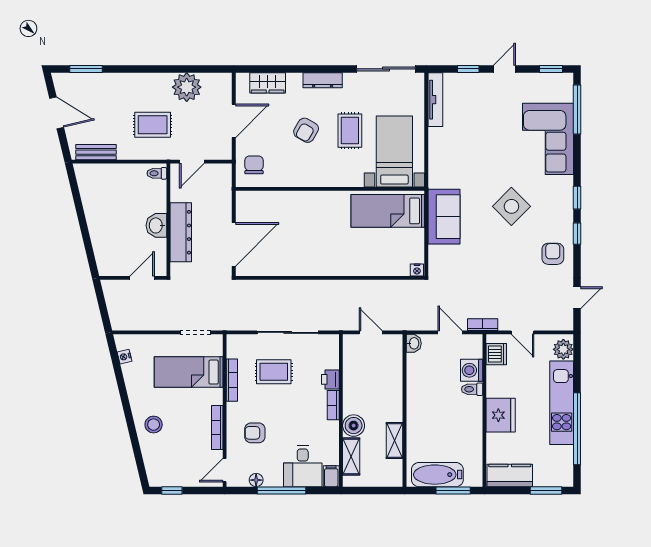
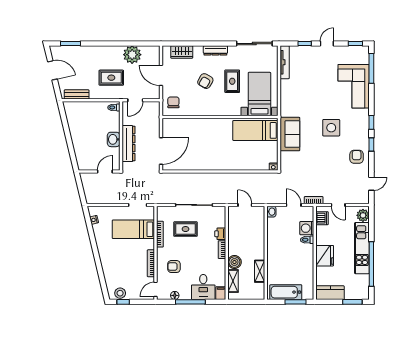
door: (234, 121) -> (161, 75), swing flipped
side table: (511, 206) -> (331, 128), turned 45
stool: (154, 425) -> (120, 293), moved

